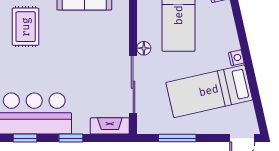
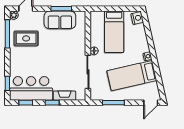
rug: (26, 27) -> (26, 38), turned 90
fireplace: (110, 126) -> (65, 96), moved

